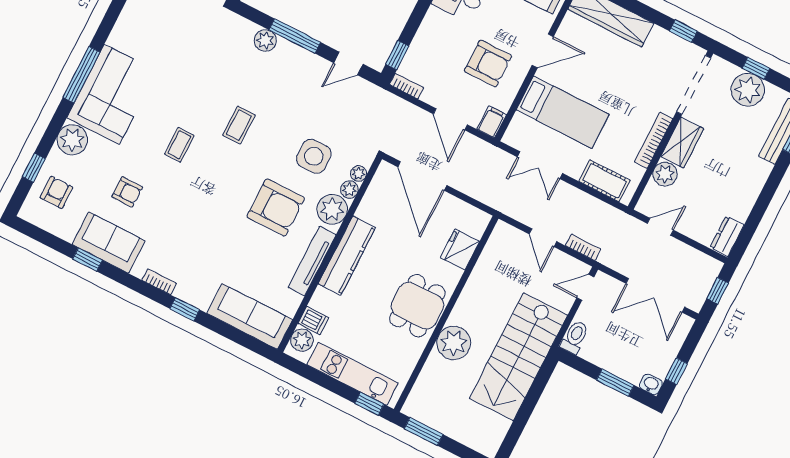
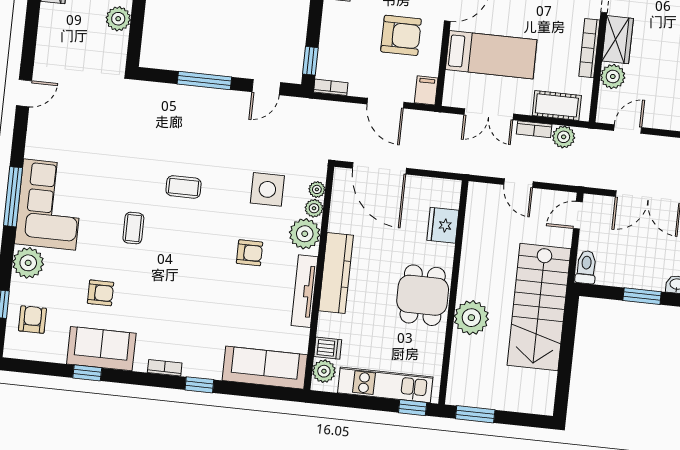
plant: (265, 40) -> (564, 137), moved
coffee table: (239, 125) -> (184, 187), turned 90
armchair: (276, 207) -> (250, 253), width x0.53, depth x0.53
bookcase: (583, 247) -> (534, 129), moved, turned 180

